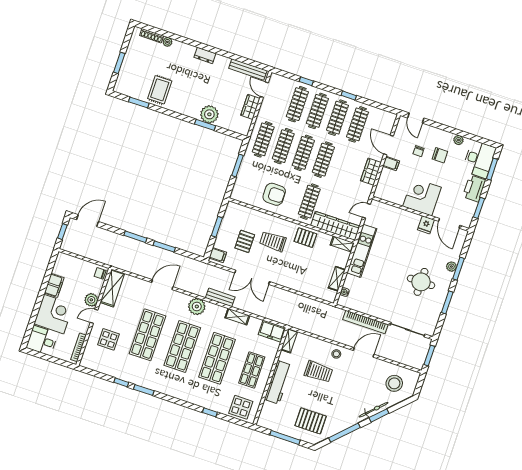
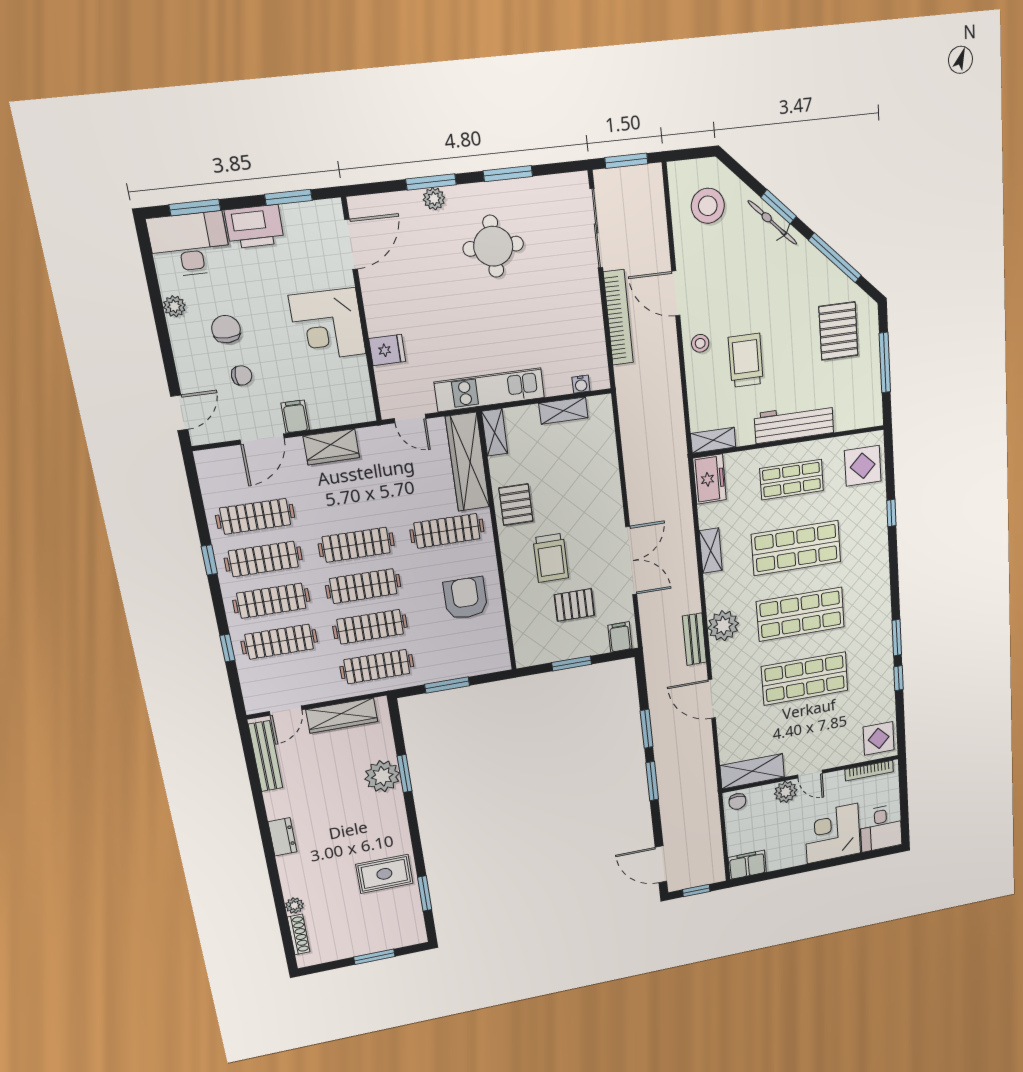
wardrobe: (250, 107) -> (342, 716), width x1.50
fridge: (426, 225) -> (387, 350), moved
filing cabinet: (54, 285) -> (747, 865), moved
bench: (220, 297) -> (694, 639), moved
display table: (109, 339) -> (879, 738), moved

